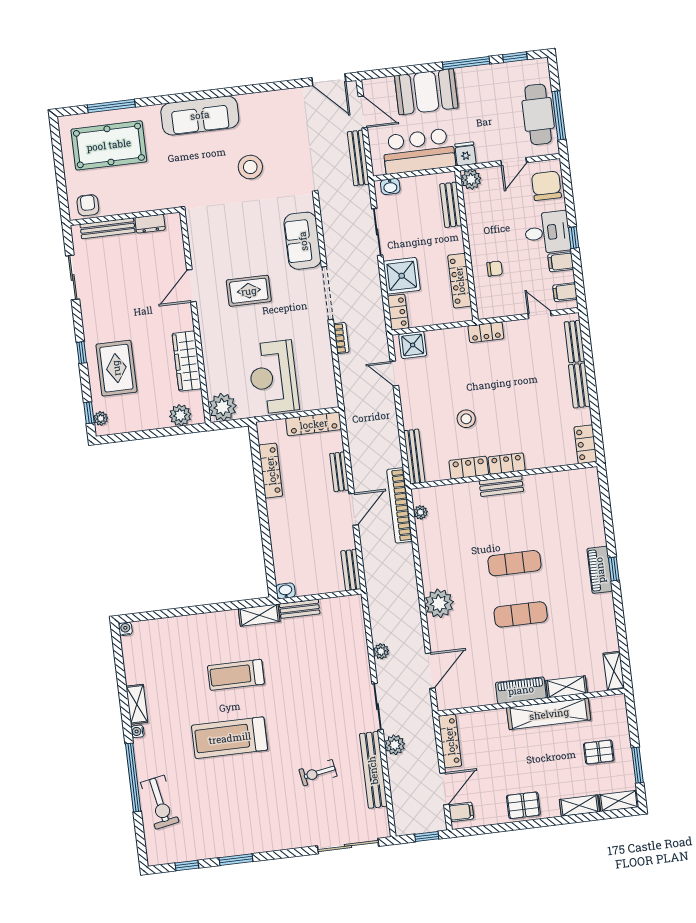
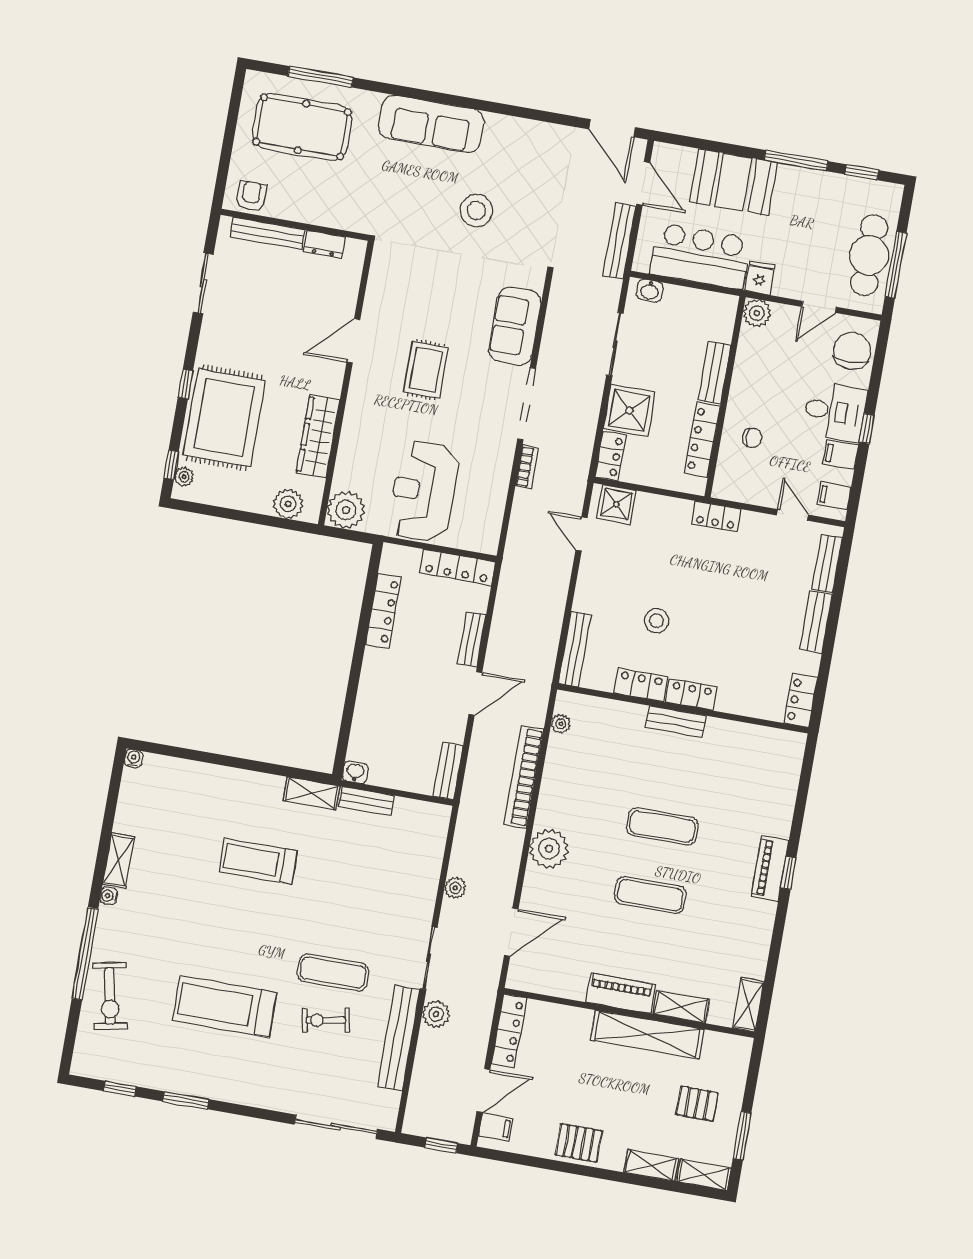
bench: (451, 205) -> (715, 373), moved
rug: (249, 291) -> (426, 370), turned 90
rug: (116, 368) -> (224, 418), width x1.37, depth x1.44
bookcase: (399, 505) -> (524, 777), moved
exercise mat: (313, 737) -> (333, 972), added
treadmill: (230, 738) -> (225, 1006), moved

